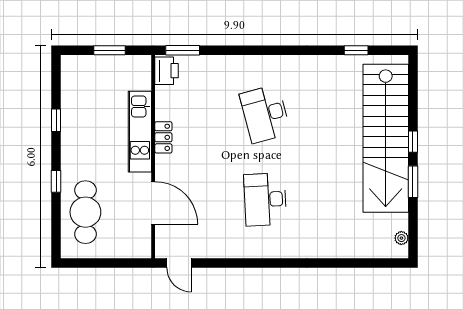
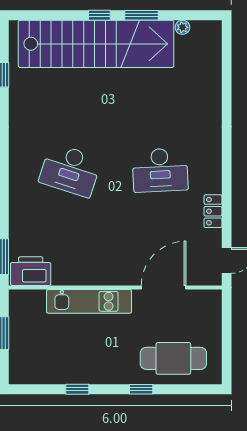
printer: (167, 71) -> (31, 271), width x1.37, depth x1.19
desk: (265, 114) -> (70, 170), turned 33
locker: (163, 137) -> (213, 211), moved, turned -90
plant: (401, 238) -> (182, 27), moved

